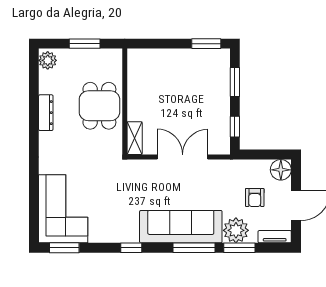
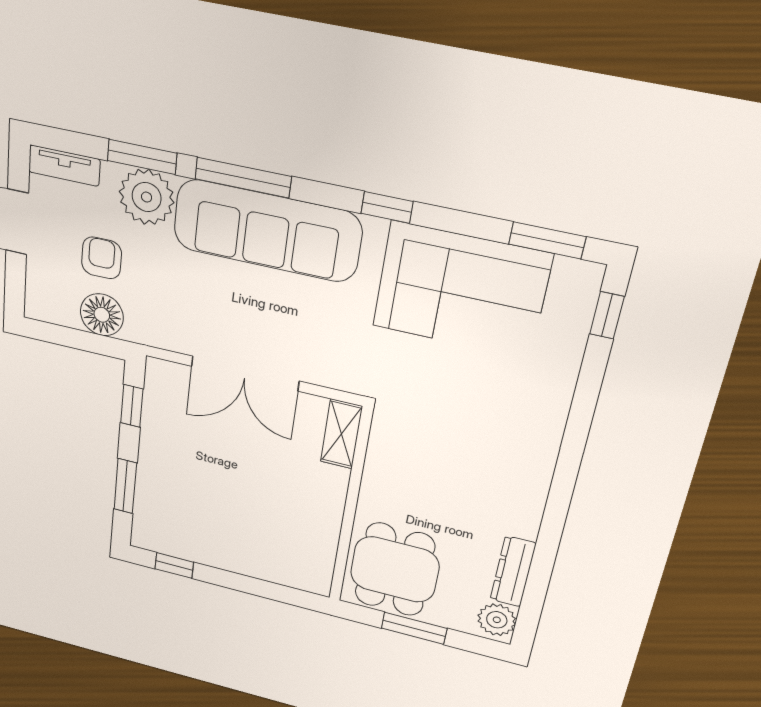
window: (206, 44) -> (174, 565), width x0.67
dining table: (99, 106) -> (395, 569), moved
dresser: (46, 113) -> (513, 572), moved
floor lamp: (281, 170) -> (102, 315), moved
corner sofa: (63, 209) -> (461, 290), moved, turned -90
window: (34, 221) -> (607, 315), added

